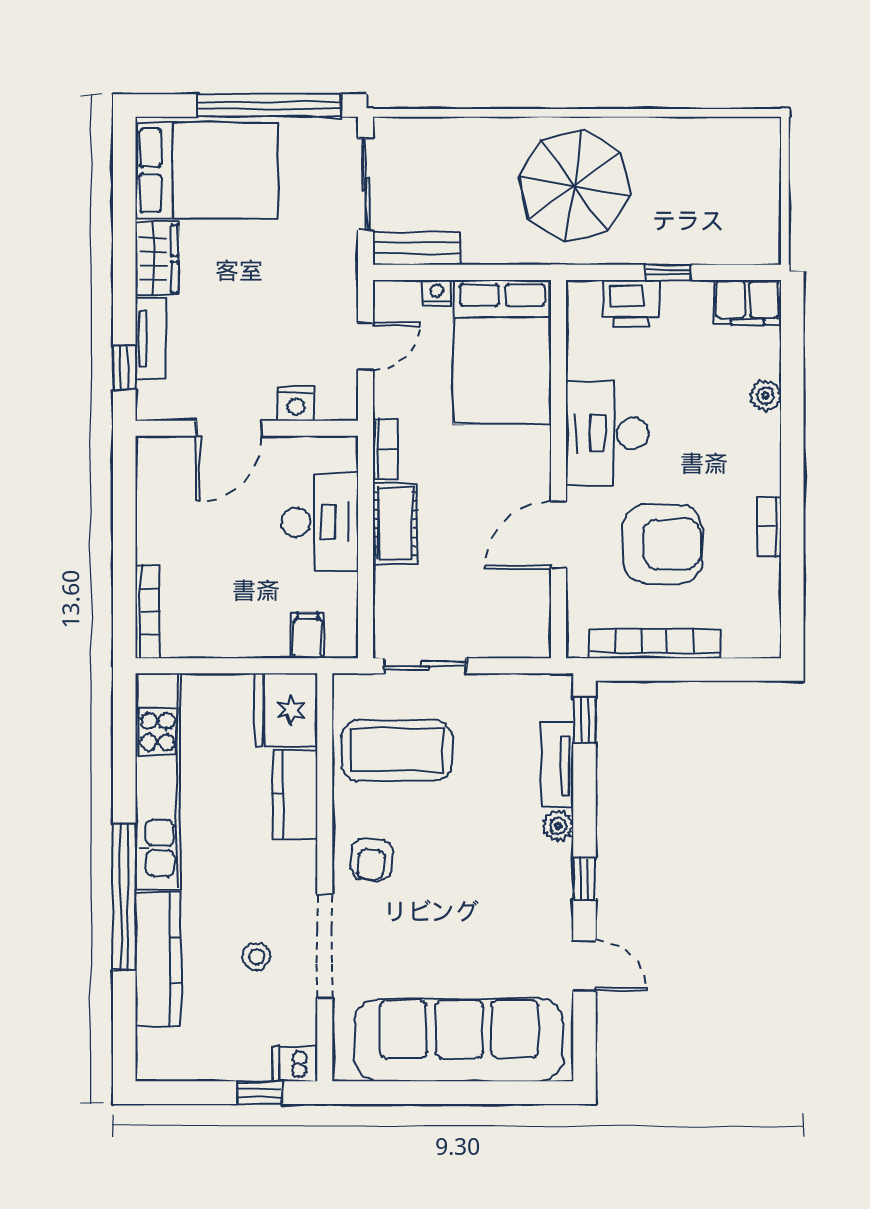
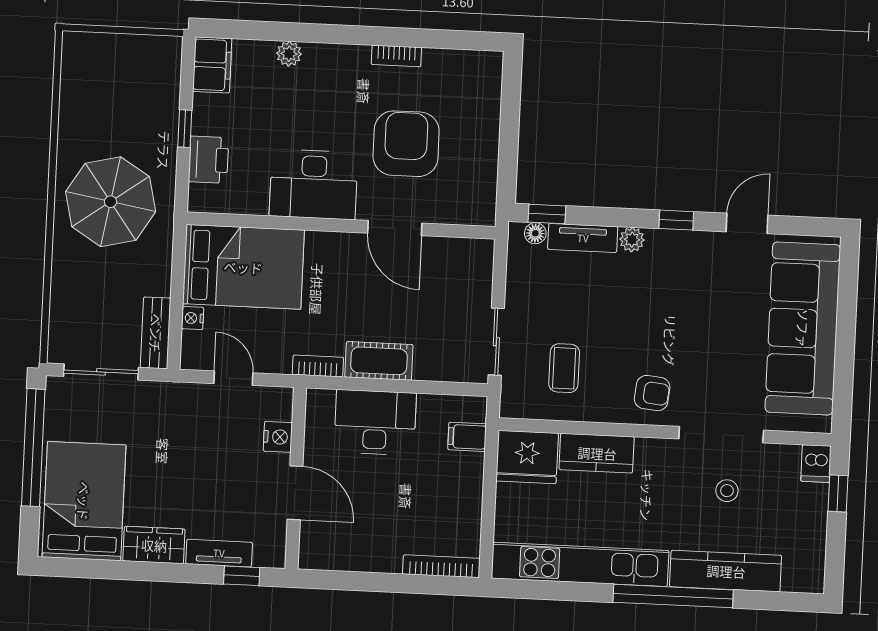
bookcase: (655, 644) -> (487, 154), removed
floor lamp: (560, 707) -> (535, 233), added
coffee table: (397, 750) -> (564, 368), width x0.54, depth x0.58

